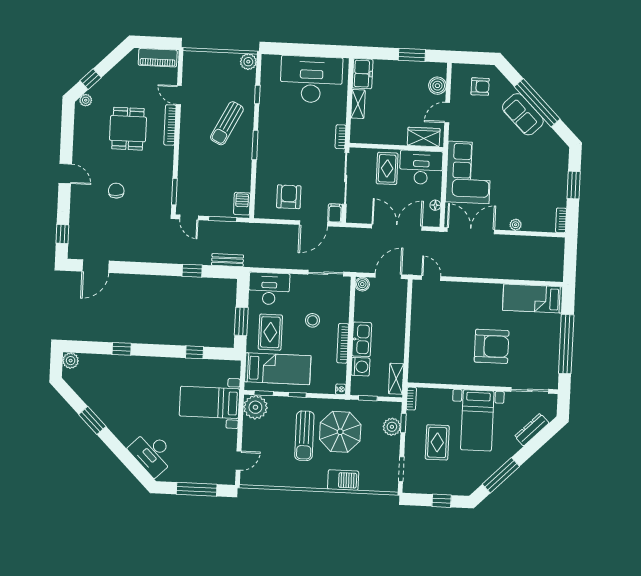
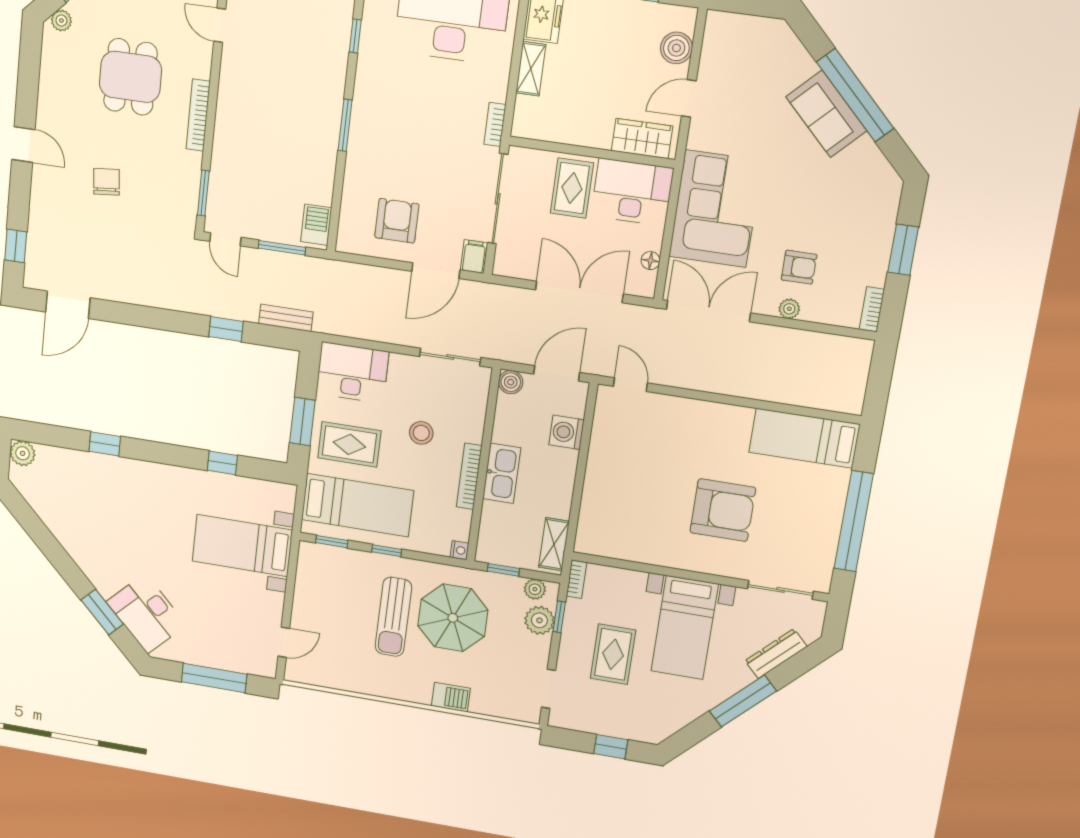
armchair: (480, 87) -> (799, 267), moved
sun lounger: (227, 123) -> (299, 83), removed
bookcase: (170, 125) -> (198, 115), moved
rug: (270, 332) -> (349, 444), turned 90
washing machine: (360, 367) -> (567, 432), moved, turned 180
plant: (255, 407) -> (535, 589), moved, width x0.53, depth x0.53
window: (92, 420) -> (102, 612), moved
window: (501, 475) -> (743, 701), moved
barbecue: (343, 480) -> (451, 697), width x0.73, depth x0.79

